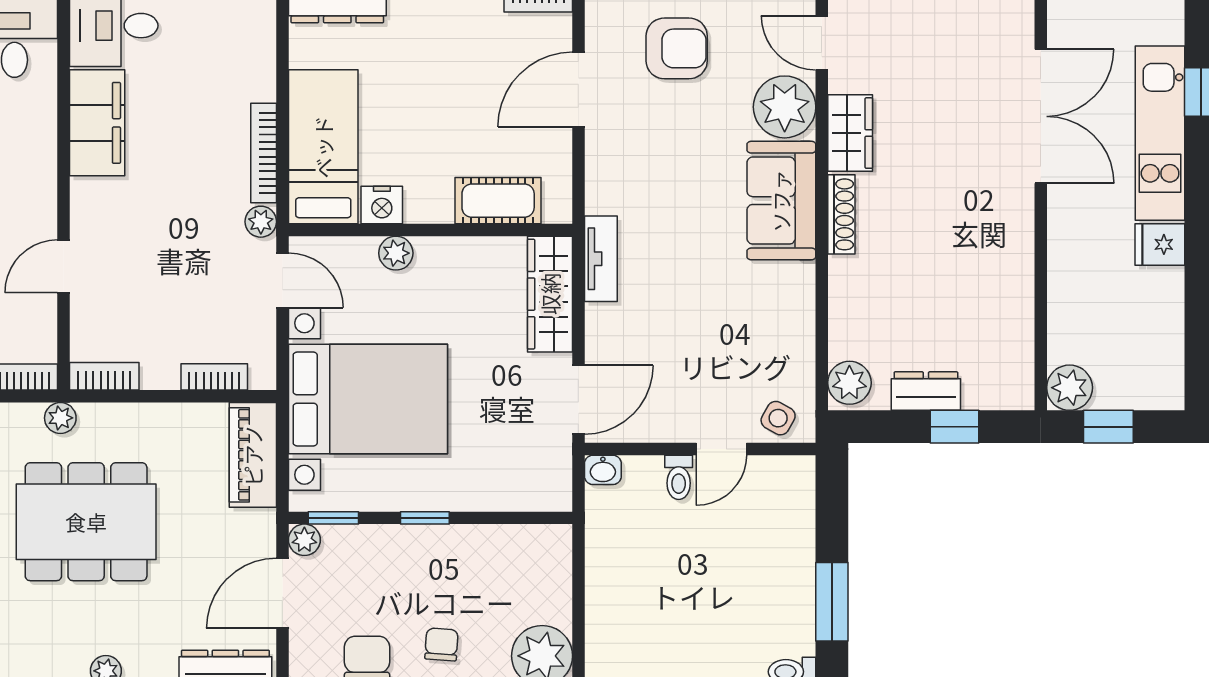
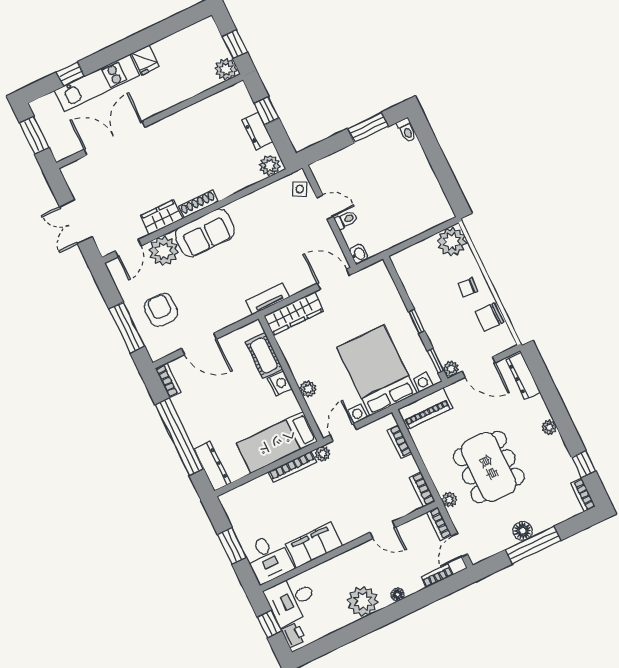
nightstand: (382, 205) -> (280, 383), moved

